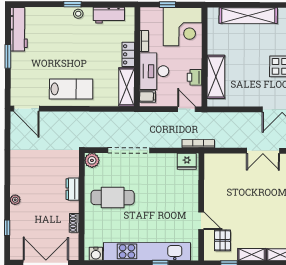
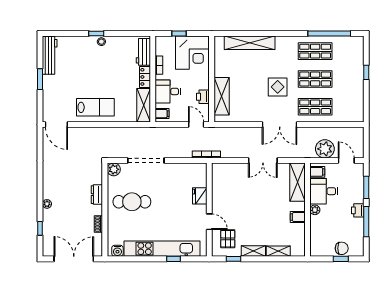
workbench: (109, 15) -> (143, 52), moved, turned 90
desk: (154, 71) -> (168, 91), width x0.73
fridge: (187, 161) -> (200, 196), moved, turned 90

